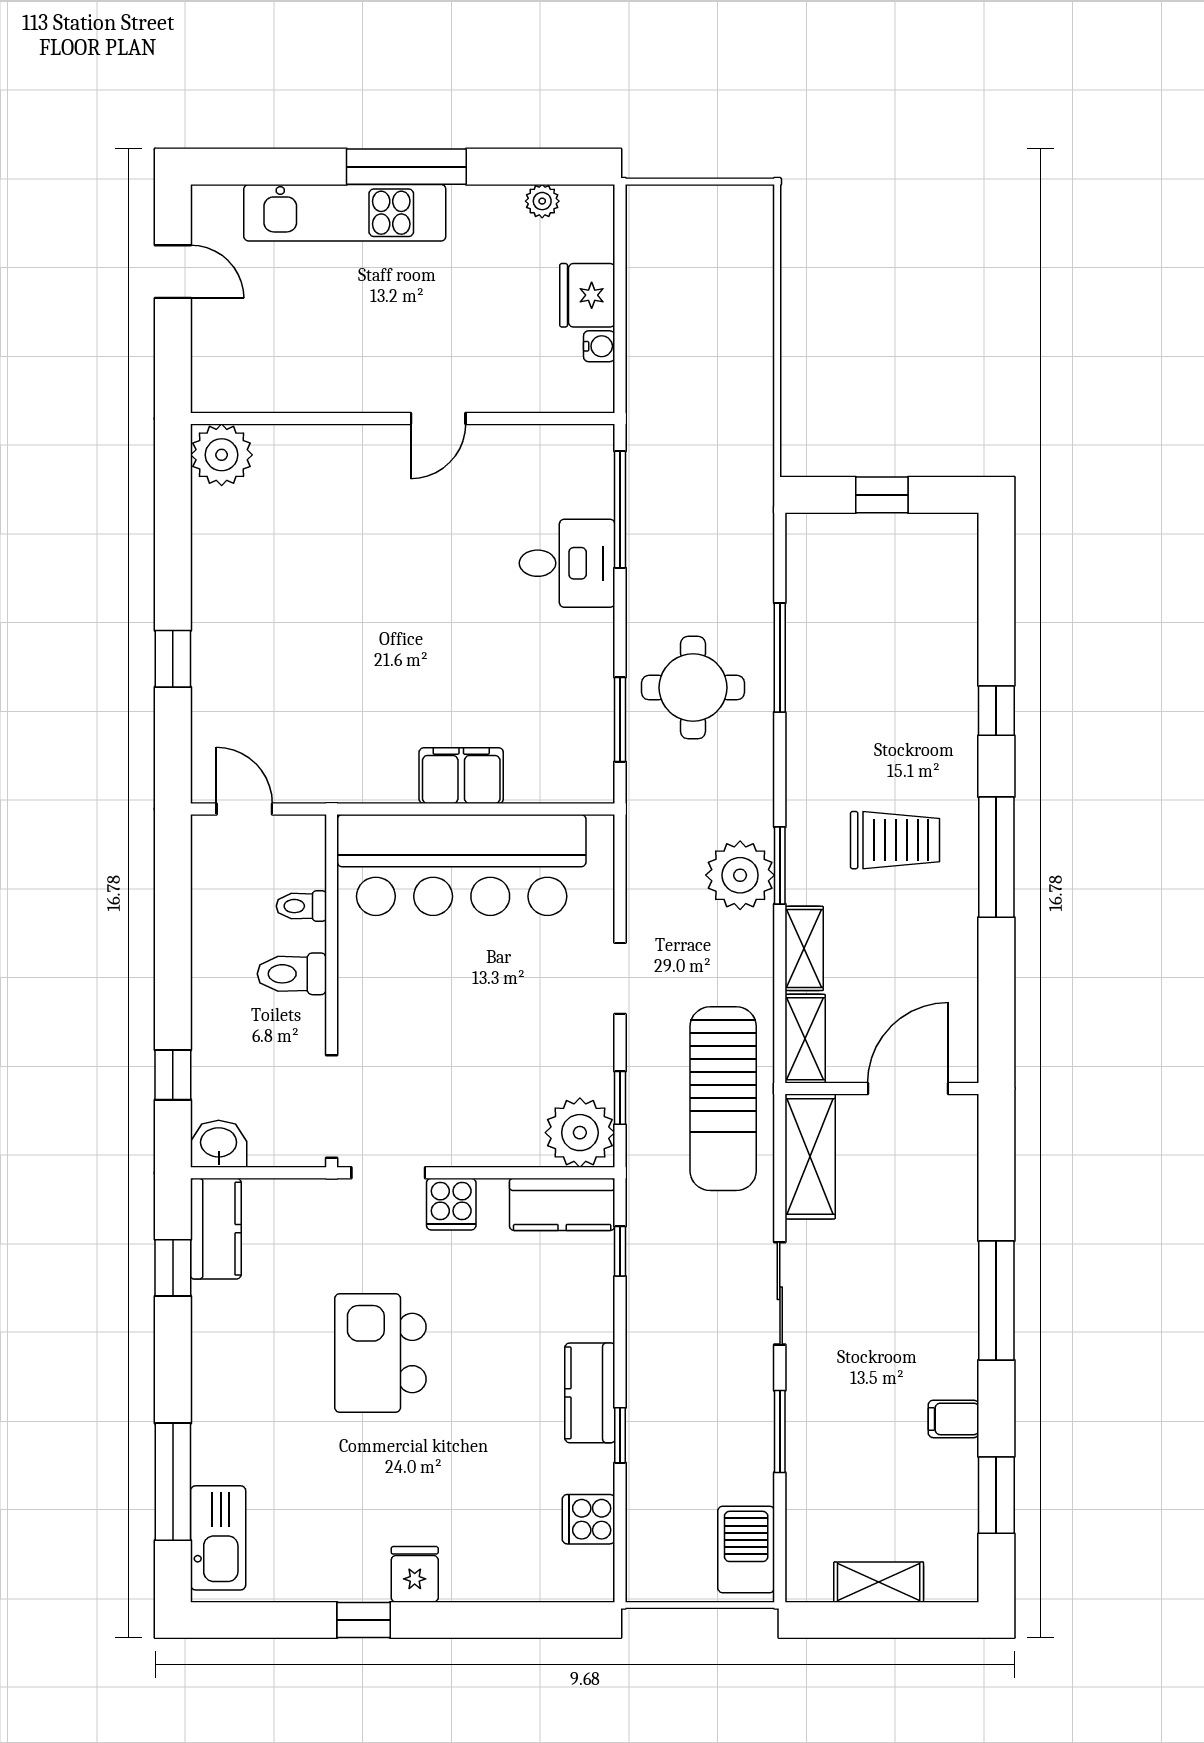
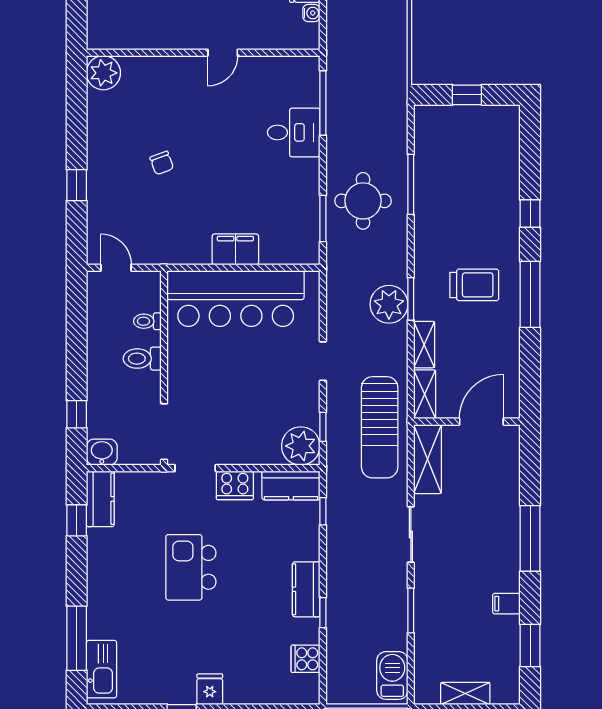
chair: (327, 619) -> (162, 163), added
cooker: (451, 1204) -> (235, 485), width x1.36

